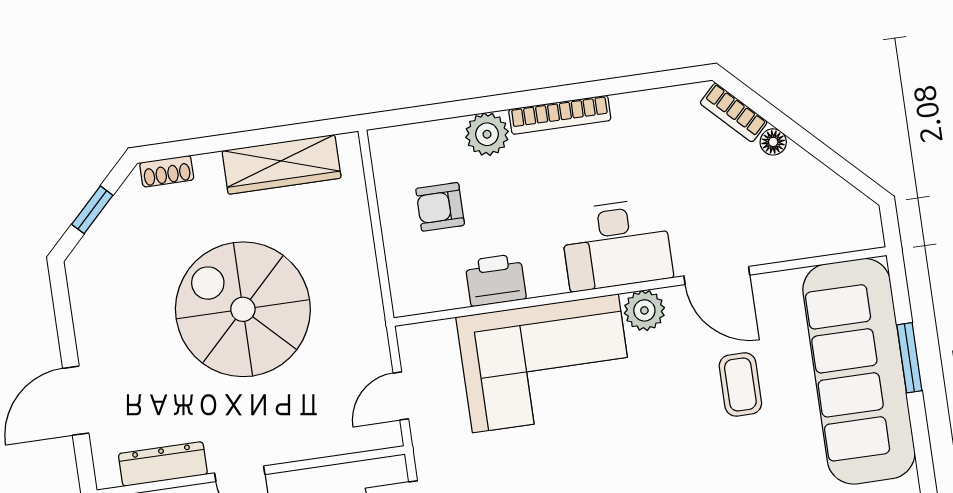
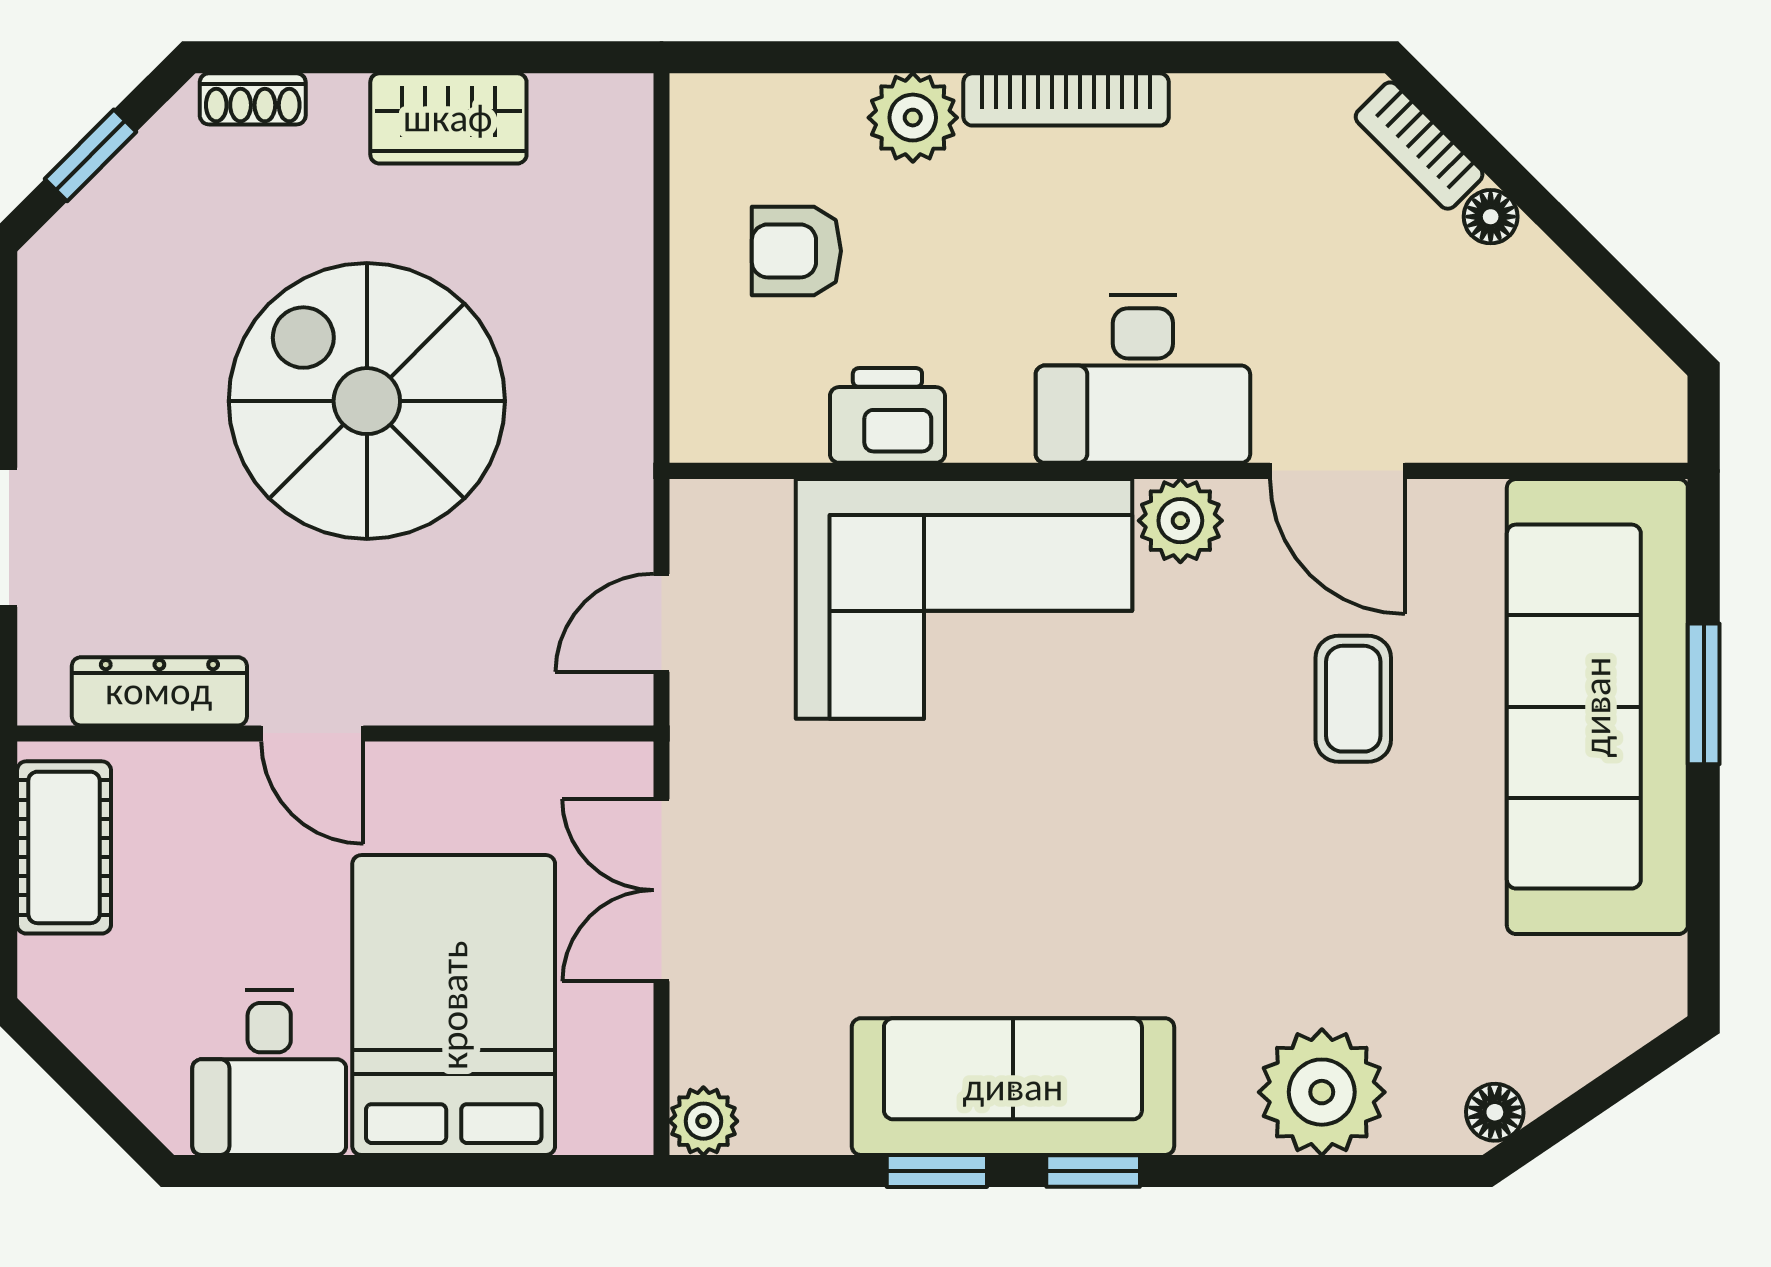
wardrobe: (282, 164) -> (448, 118), width x0.67

